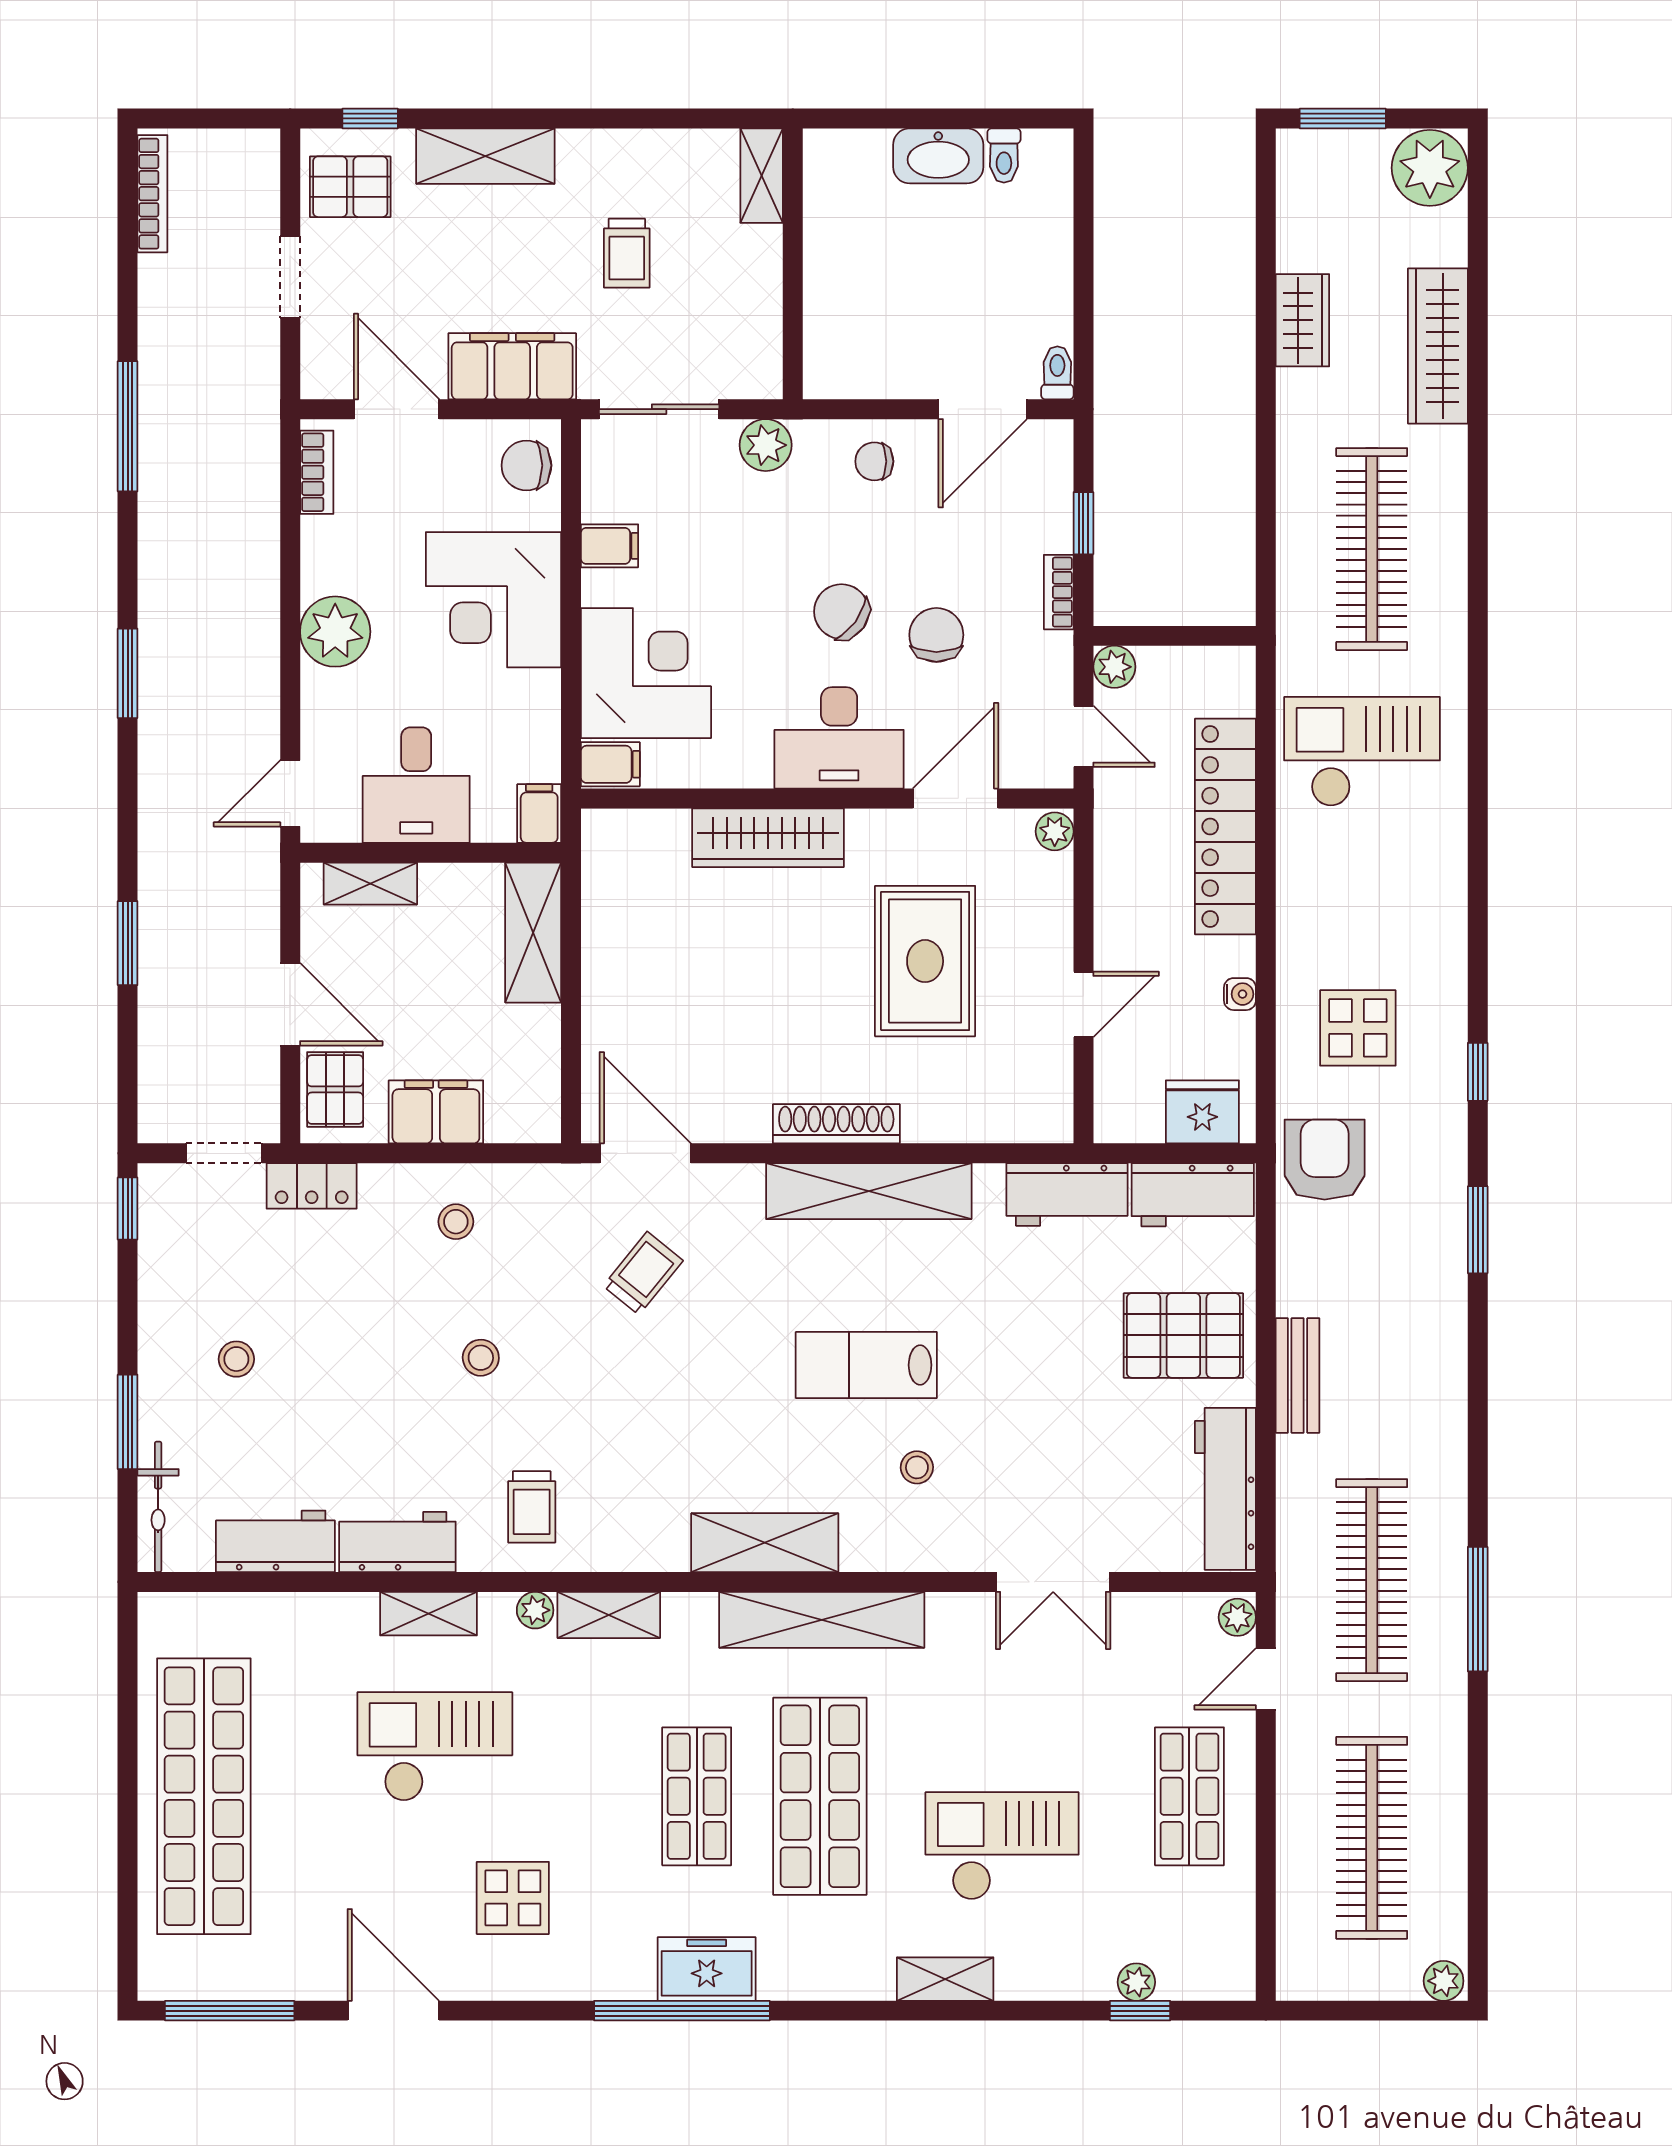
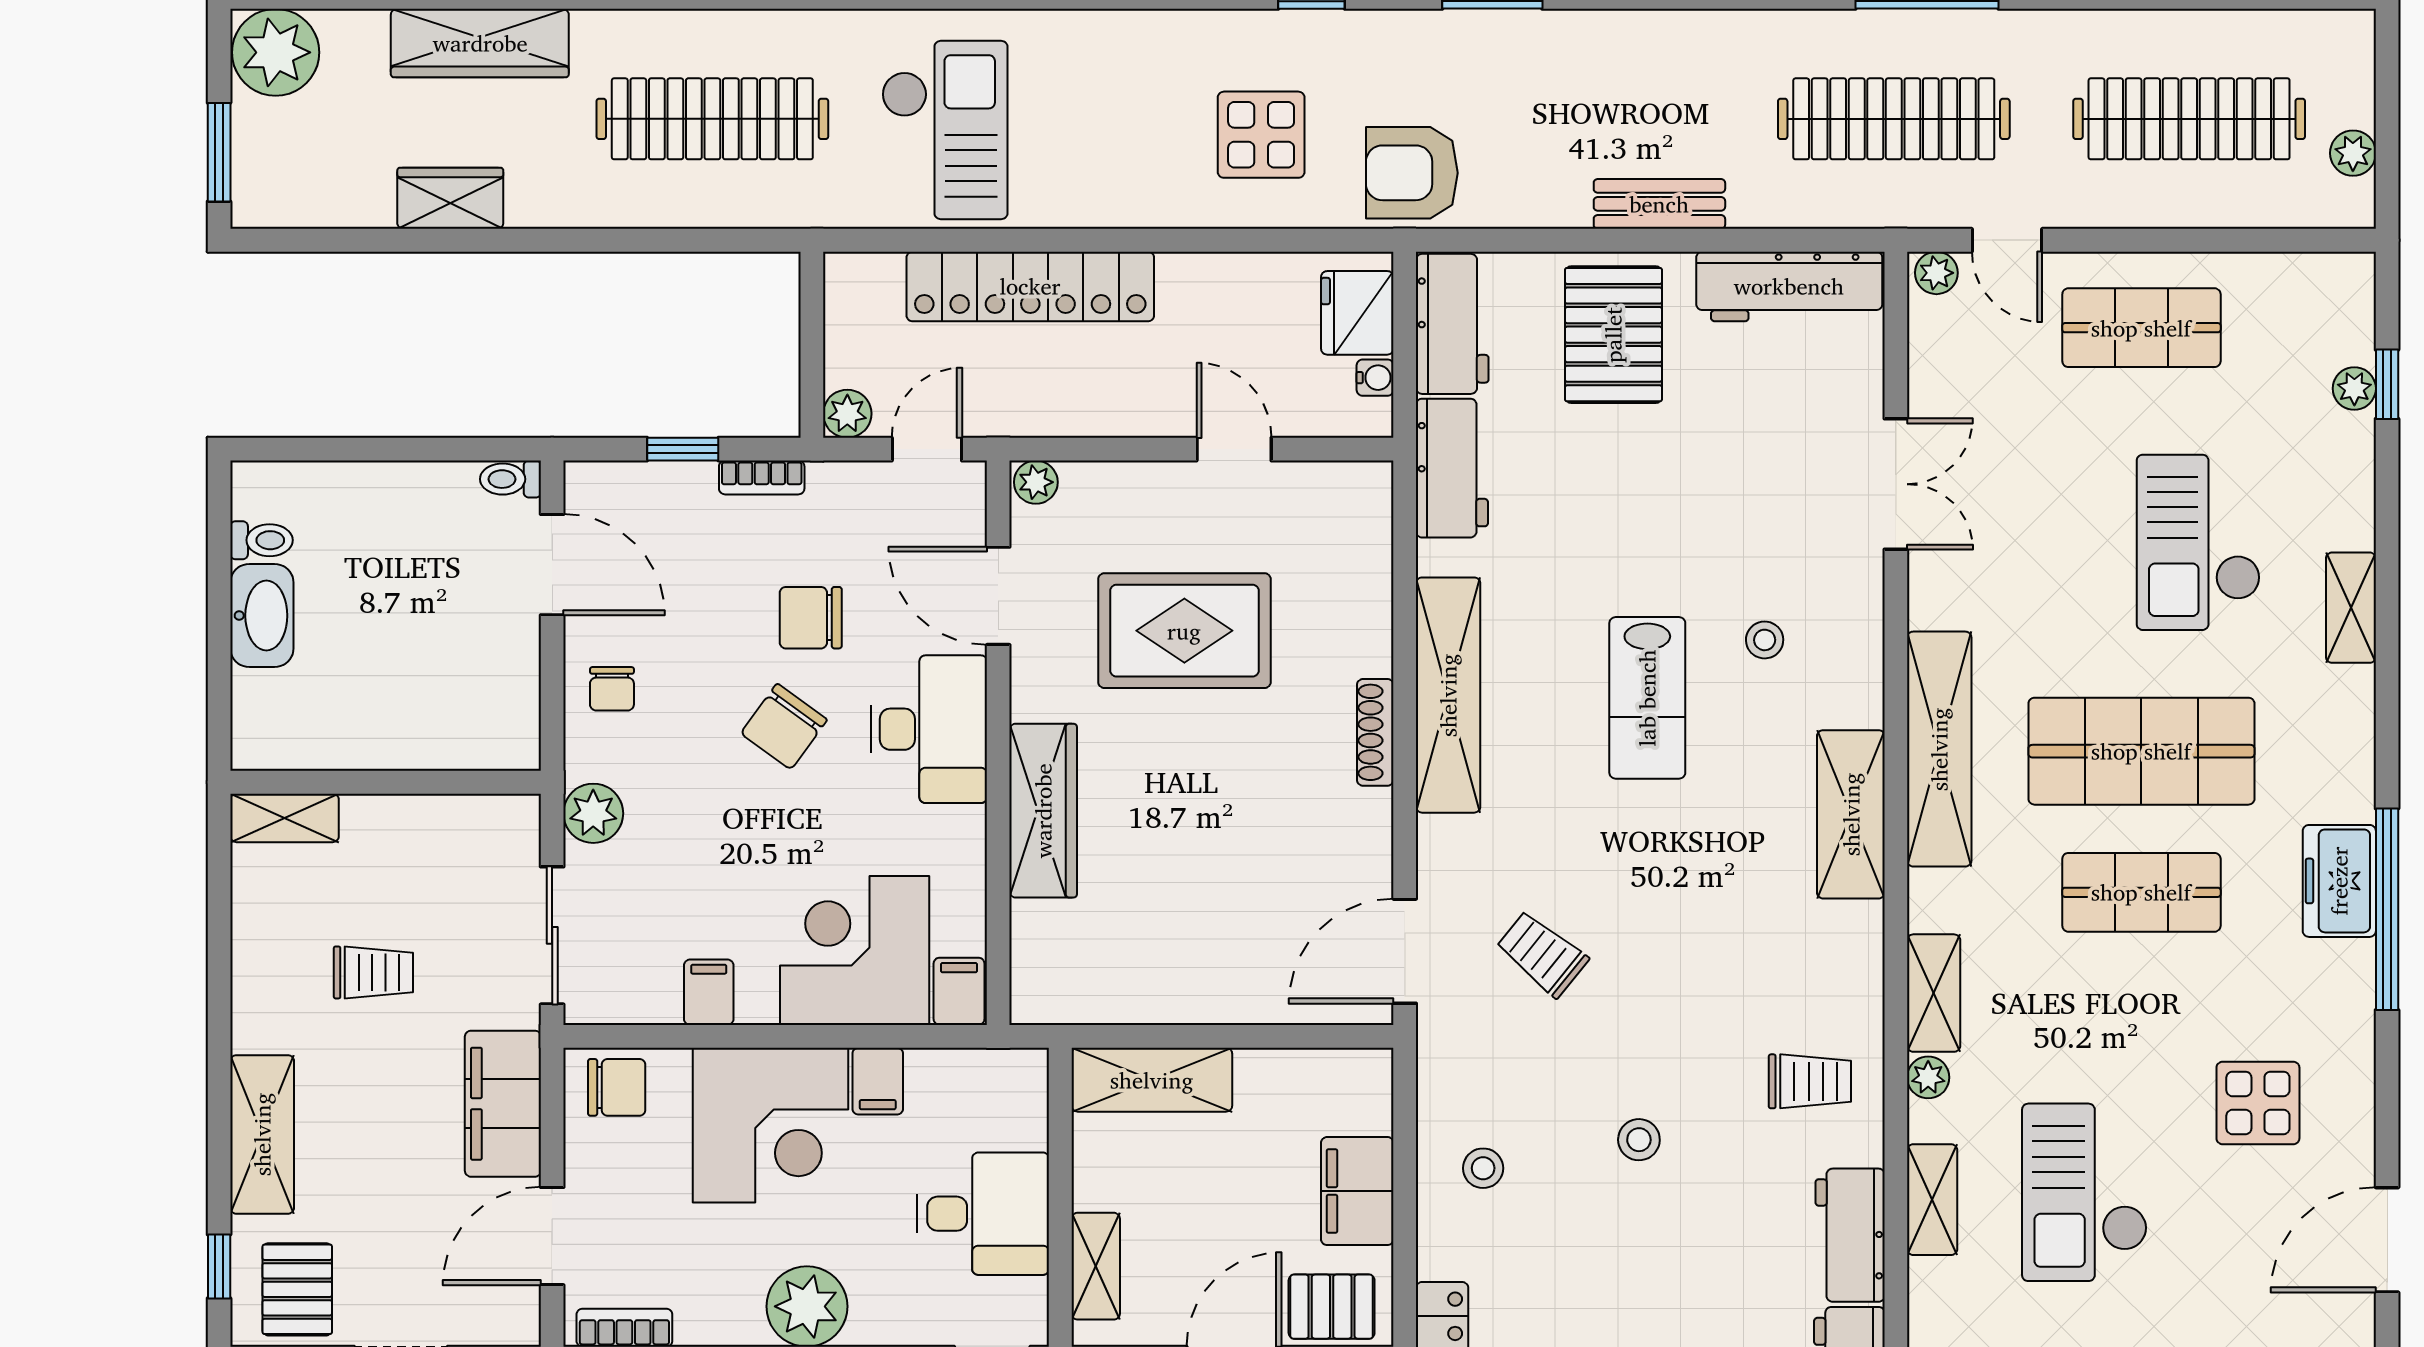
chair: (526, 465) -> (617, 1087), turned -90
checkout: (1362, 752) -> (945, 130), turned 180
filing cabinet: (539, 814) -> (878, 1081), moved, turned -90
water cooler: (1240, 994) -> (1375, 378), moved, turned 90
shoe rack: (836, 1124) -> (1375, 732), width x0.74, depth x0.81
plant: (1444, 1981) -> (2353, 153), moved

